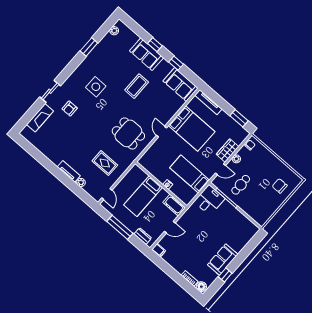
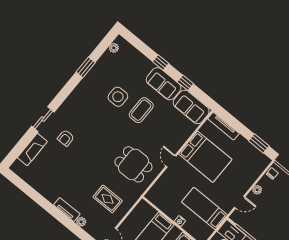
sofa: (146, 54) -> (164, 84), moved
side table: (96, 87) -> (118, 97), moved
wardrobe: (228, 151) -> (247, 181), removed
cafe table: (241, 185) -> (263, 219), removed

